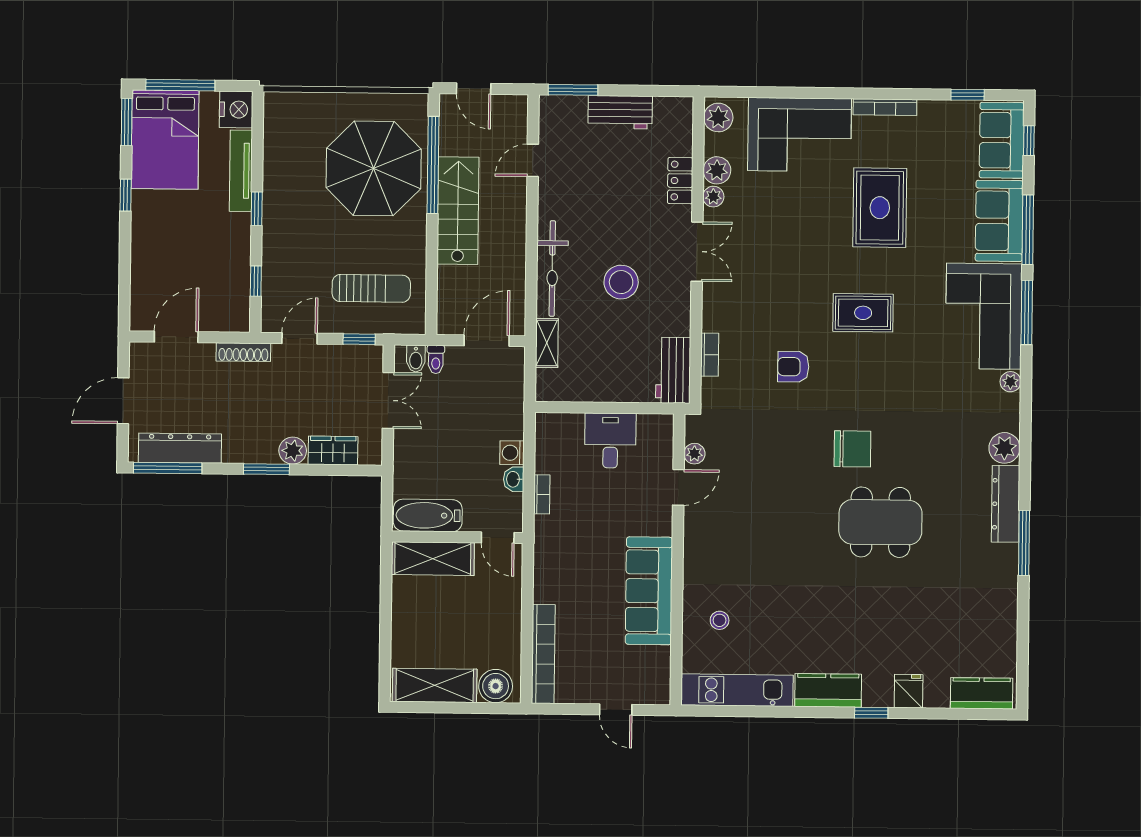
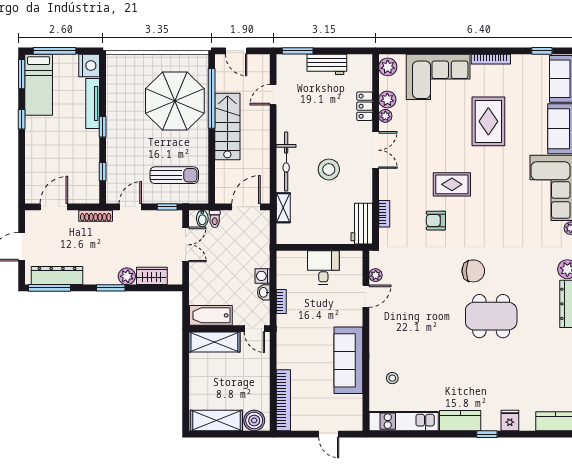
bed: (165, 140) -> (39, 85), width x0.67
rug: (863, 313) -> (452, 184), moved

